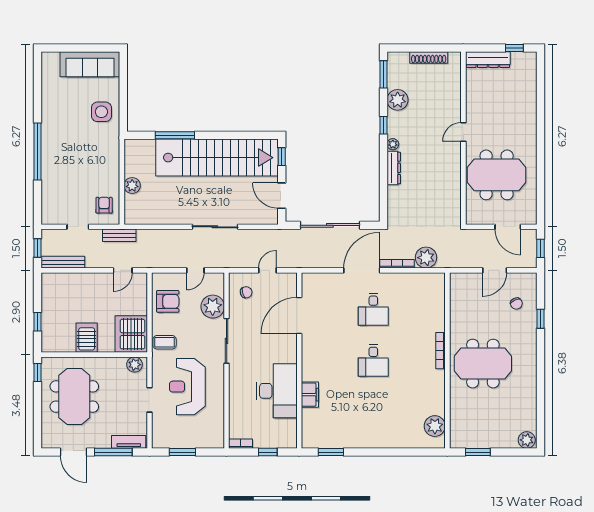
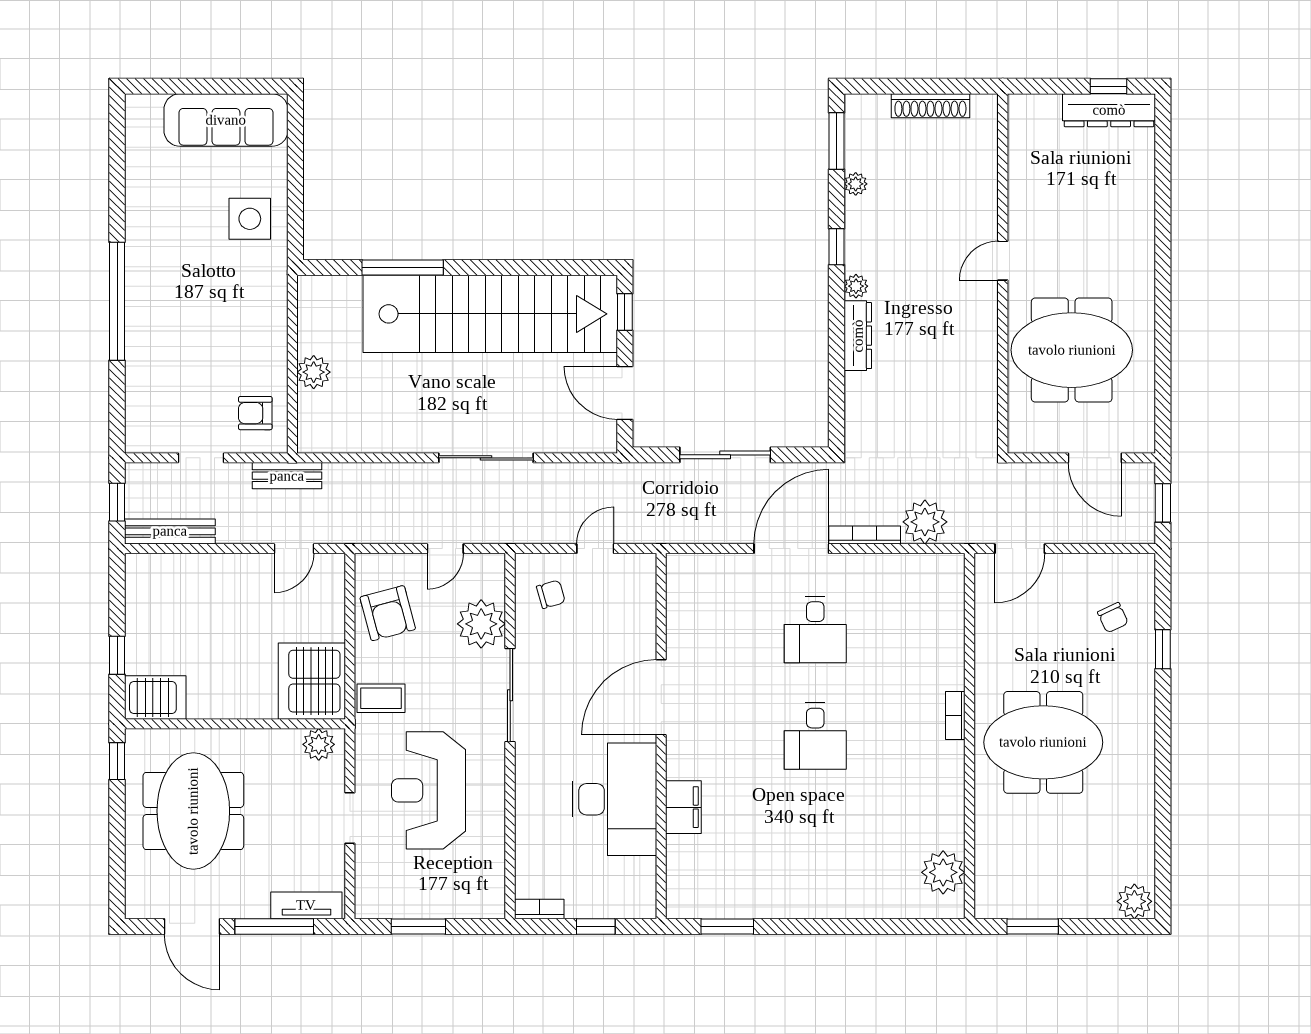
dresser: (488, 60) -> (1109, 110), moved
plant: (398, 100) -> (856, 184), width x0.53, depth x0.53
armchair: (104, 205) -> (255, 413), turned -90
sliding door: (330, 225) -> (725, 455), width x0.73
door: (495, 270) -> (1020, 549), moved
armchair: (168, 301) -> (388, 613), turned 75
door: (299, 315) -> (661, 697), moved
server rack: (87, 338) -> (155, 697), moved, turned 90
bookcase: (441, 351) -> (955, 716), width x0.64

